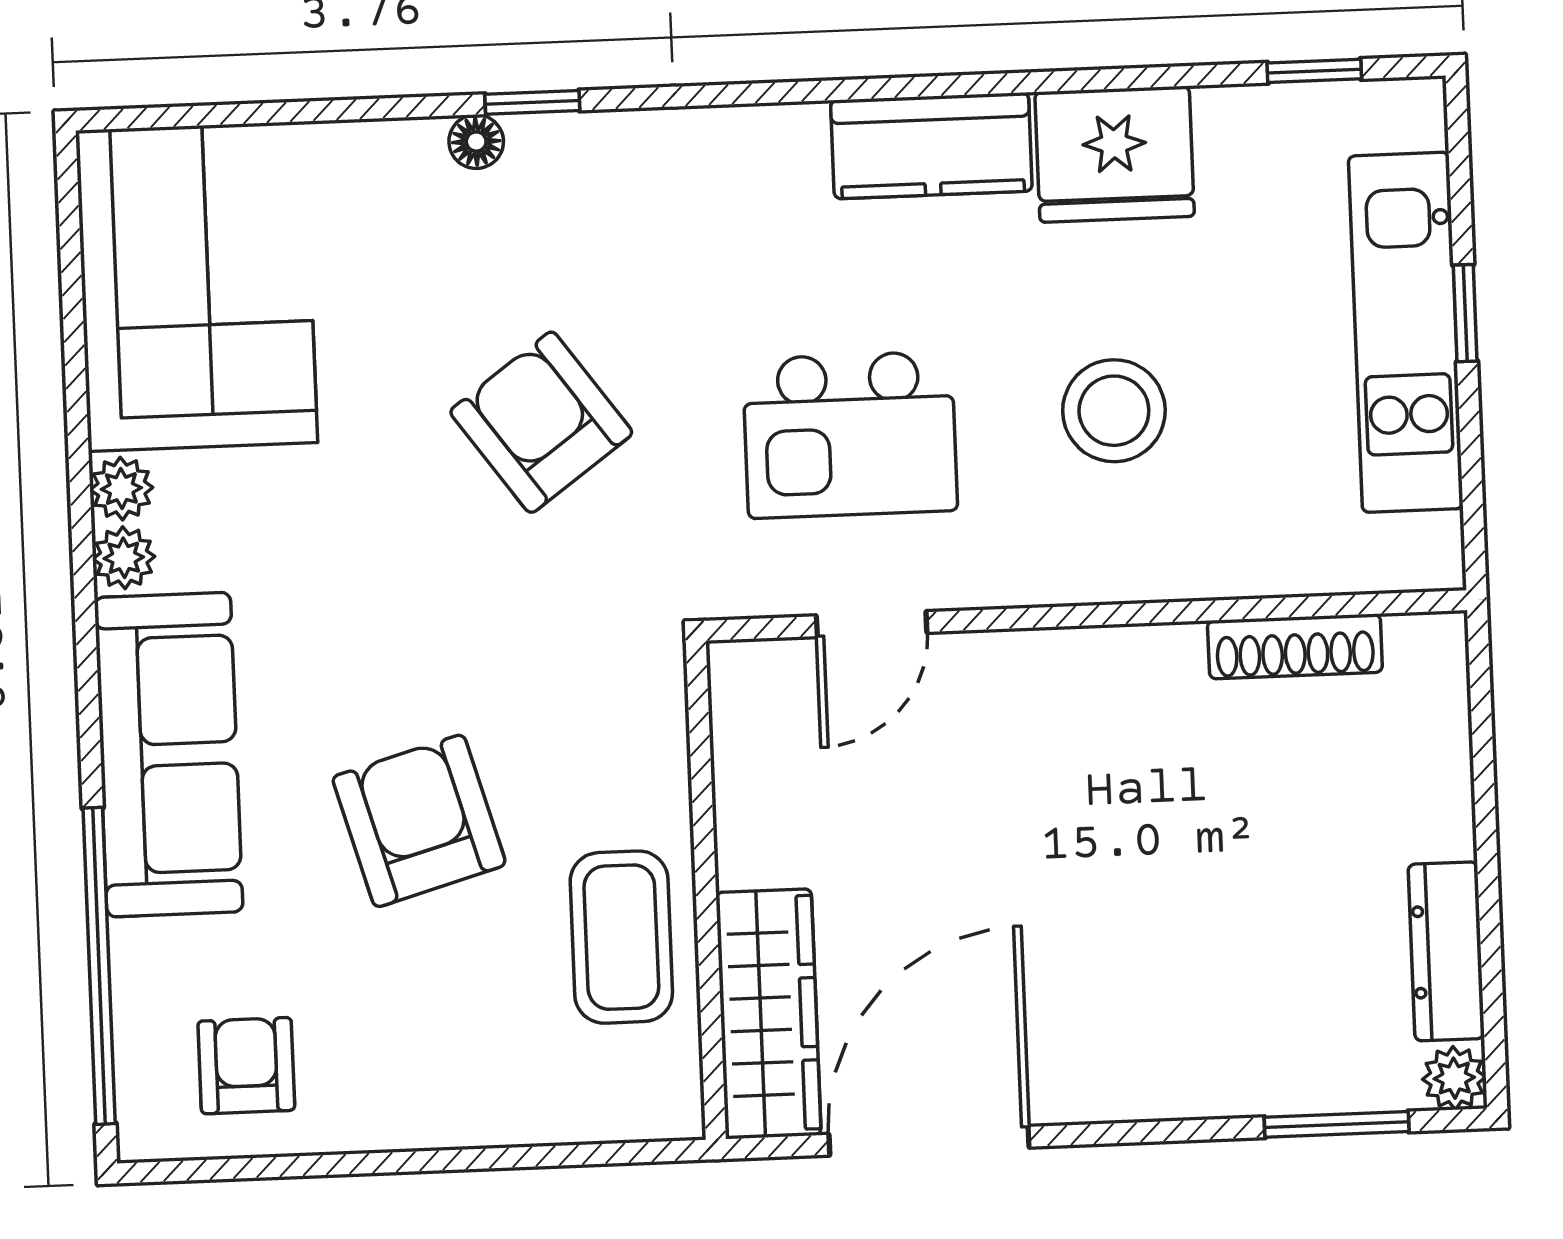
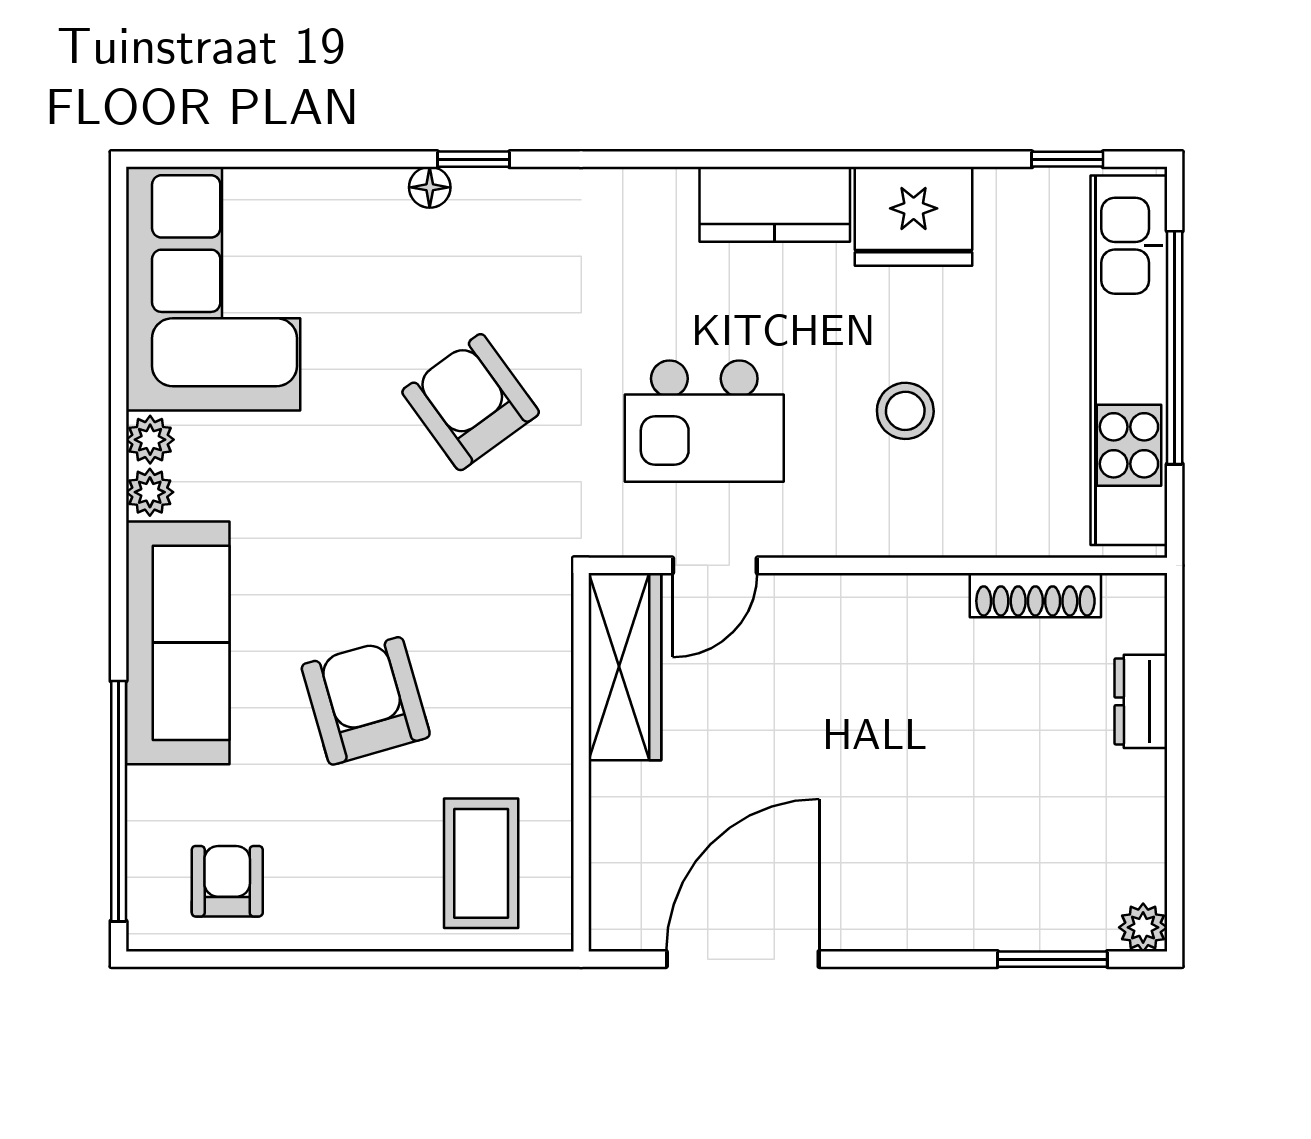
window: (1465, 313) -> (1175, 348), width x3.17
kitchen unit: (1406, 332) -> (1129, 360), width x1.36
stool: (1114, 411) -> (905, 411), width x0.73, depth x0.73
coffee table: (621, 937) -> (481, 863), moved
dresser: (1446, 951) -> (1141, 701), moved, width x0.70
wardrobe: (768, 1014) -> (625, 667), moved

